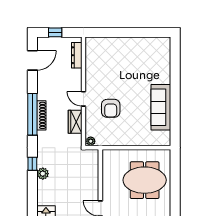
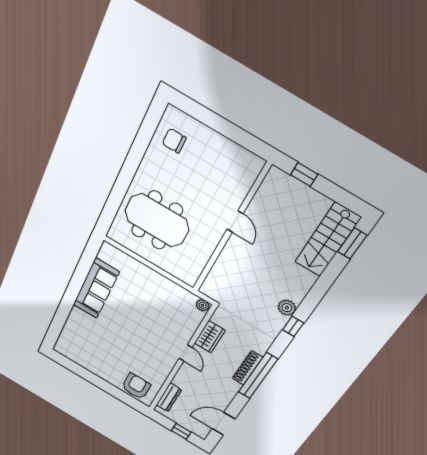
armchair: (111, 108) -> (136, 386), moved

